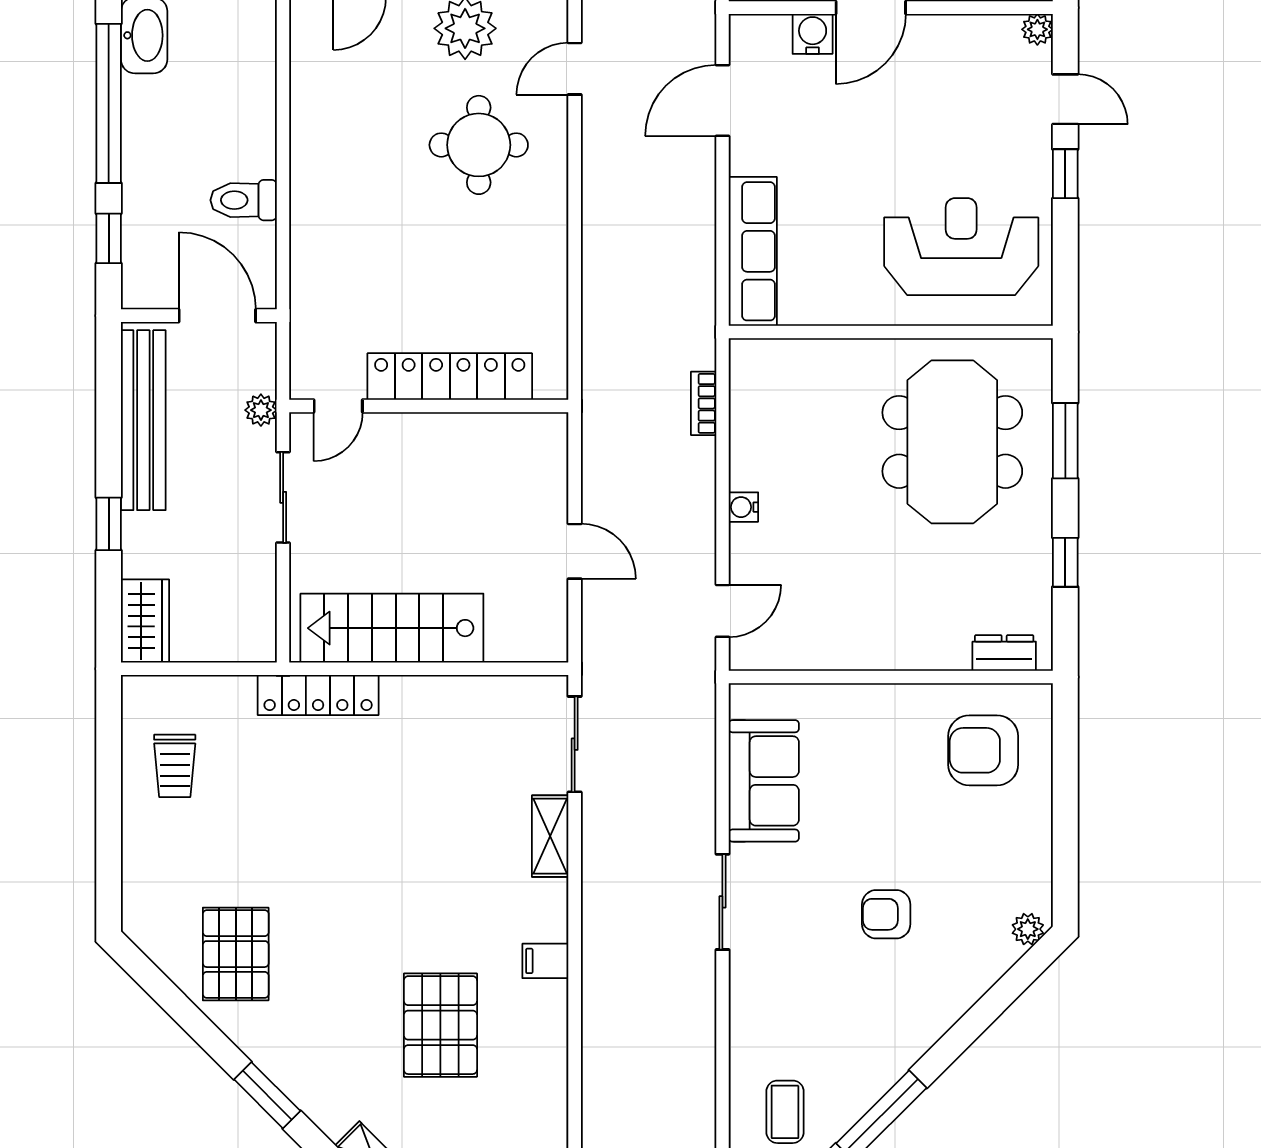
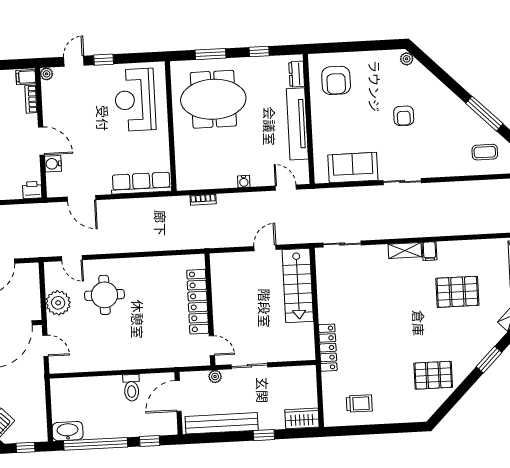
stairs: (392, 628) -> (298, 285), moved
tv unit: (880, 648) -> (297, 124), added
shelving: (550, 836) -> (405, 251), moved

